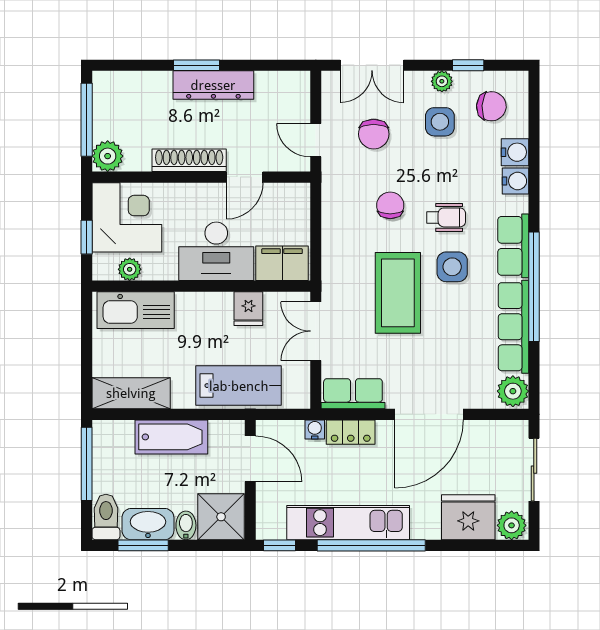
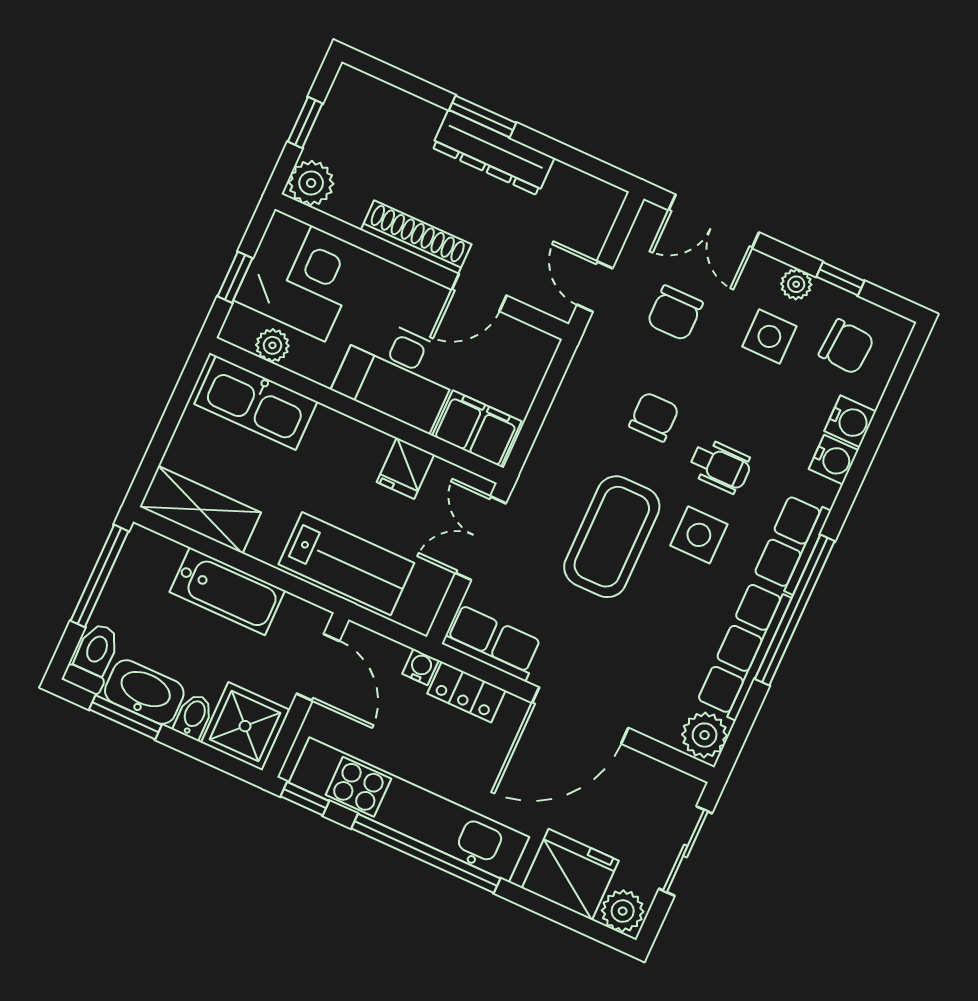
window: (87, 120) -> (305, 123), width x0.46
kitchen unit: (348, 523) -> (409, 810), width x1.36

